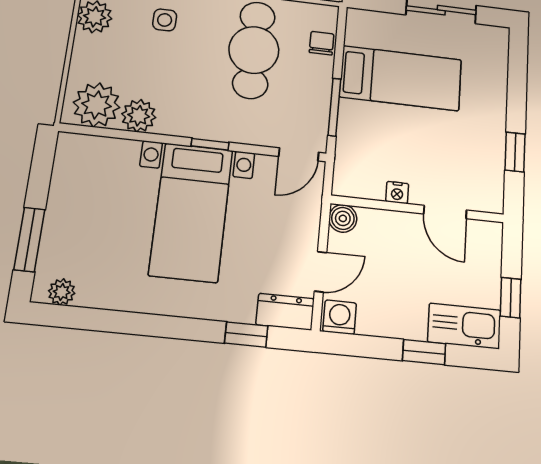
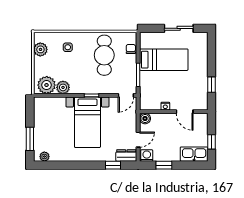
window: (424, 352) -> (164, 165), moved

